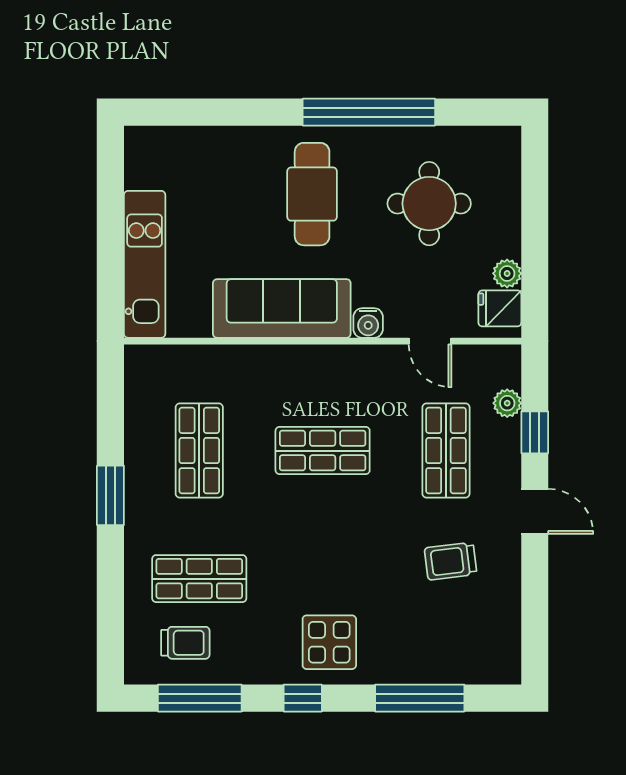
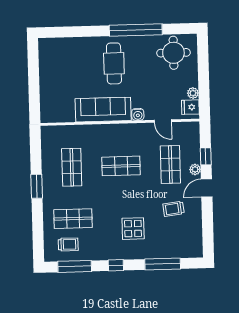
round table: (429, 204) -> (173, 53), moved
kitchen unit: (145, 264) -> (48, 93), removed
plant: (507, 403) -> (195, 169), moved
door: (535, 511) -> (207, 188), swing flipped
display table: (329, 642) -> (133, 229), moved

